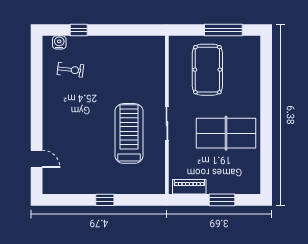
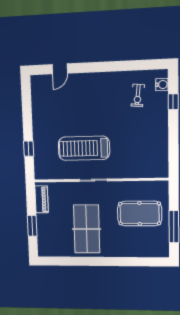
treadmill: (129, 133) -> (84, 148), turned 180
window: (105, 200) -> (29, 149), moved

